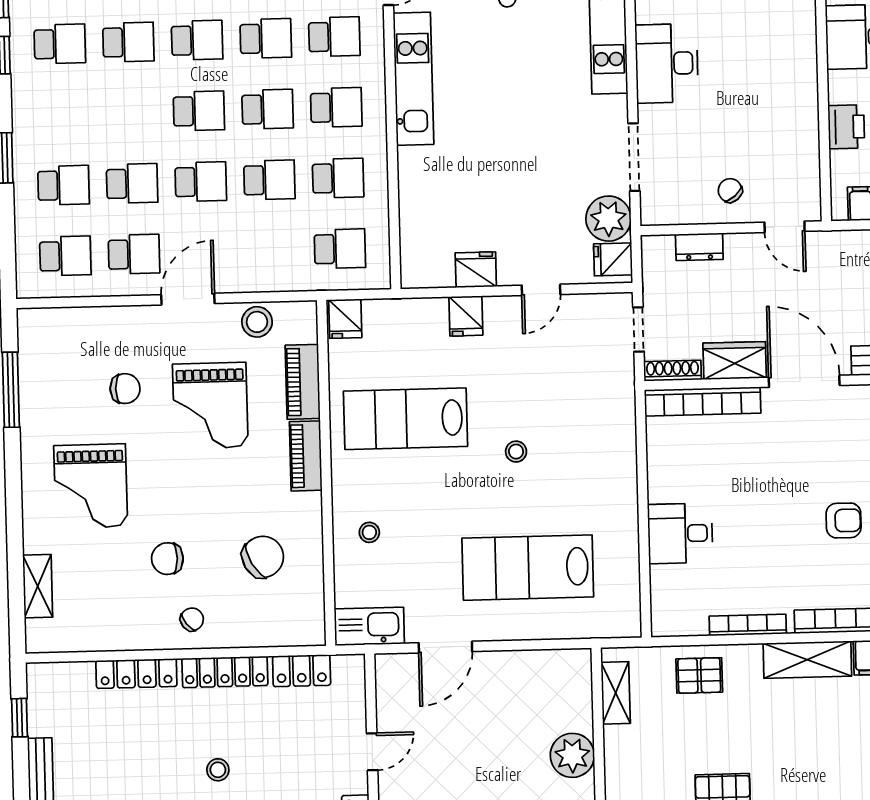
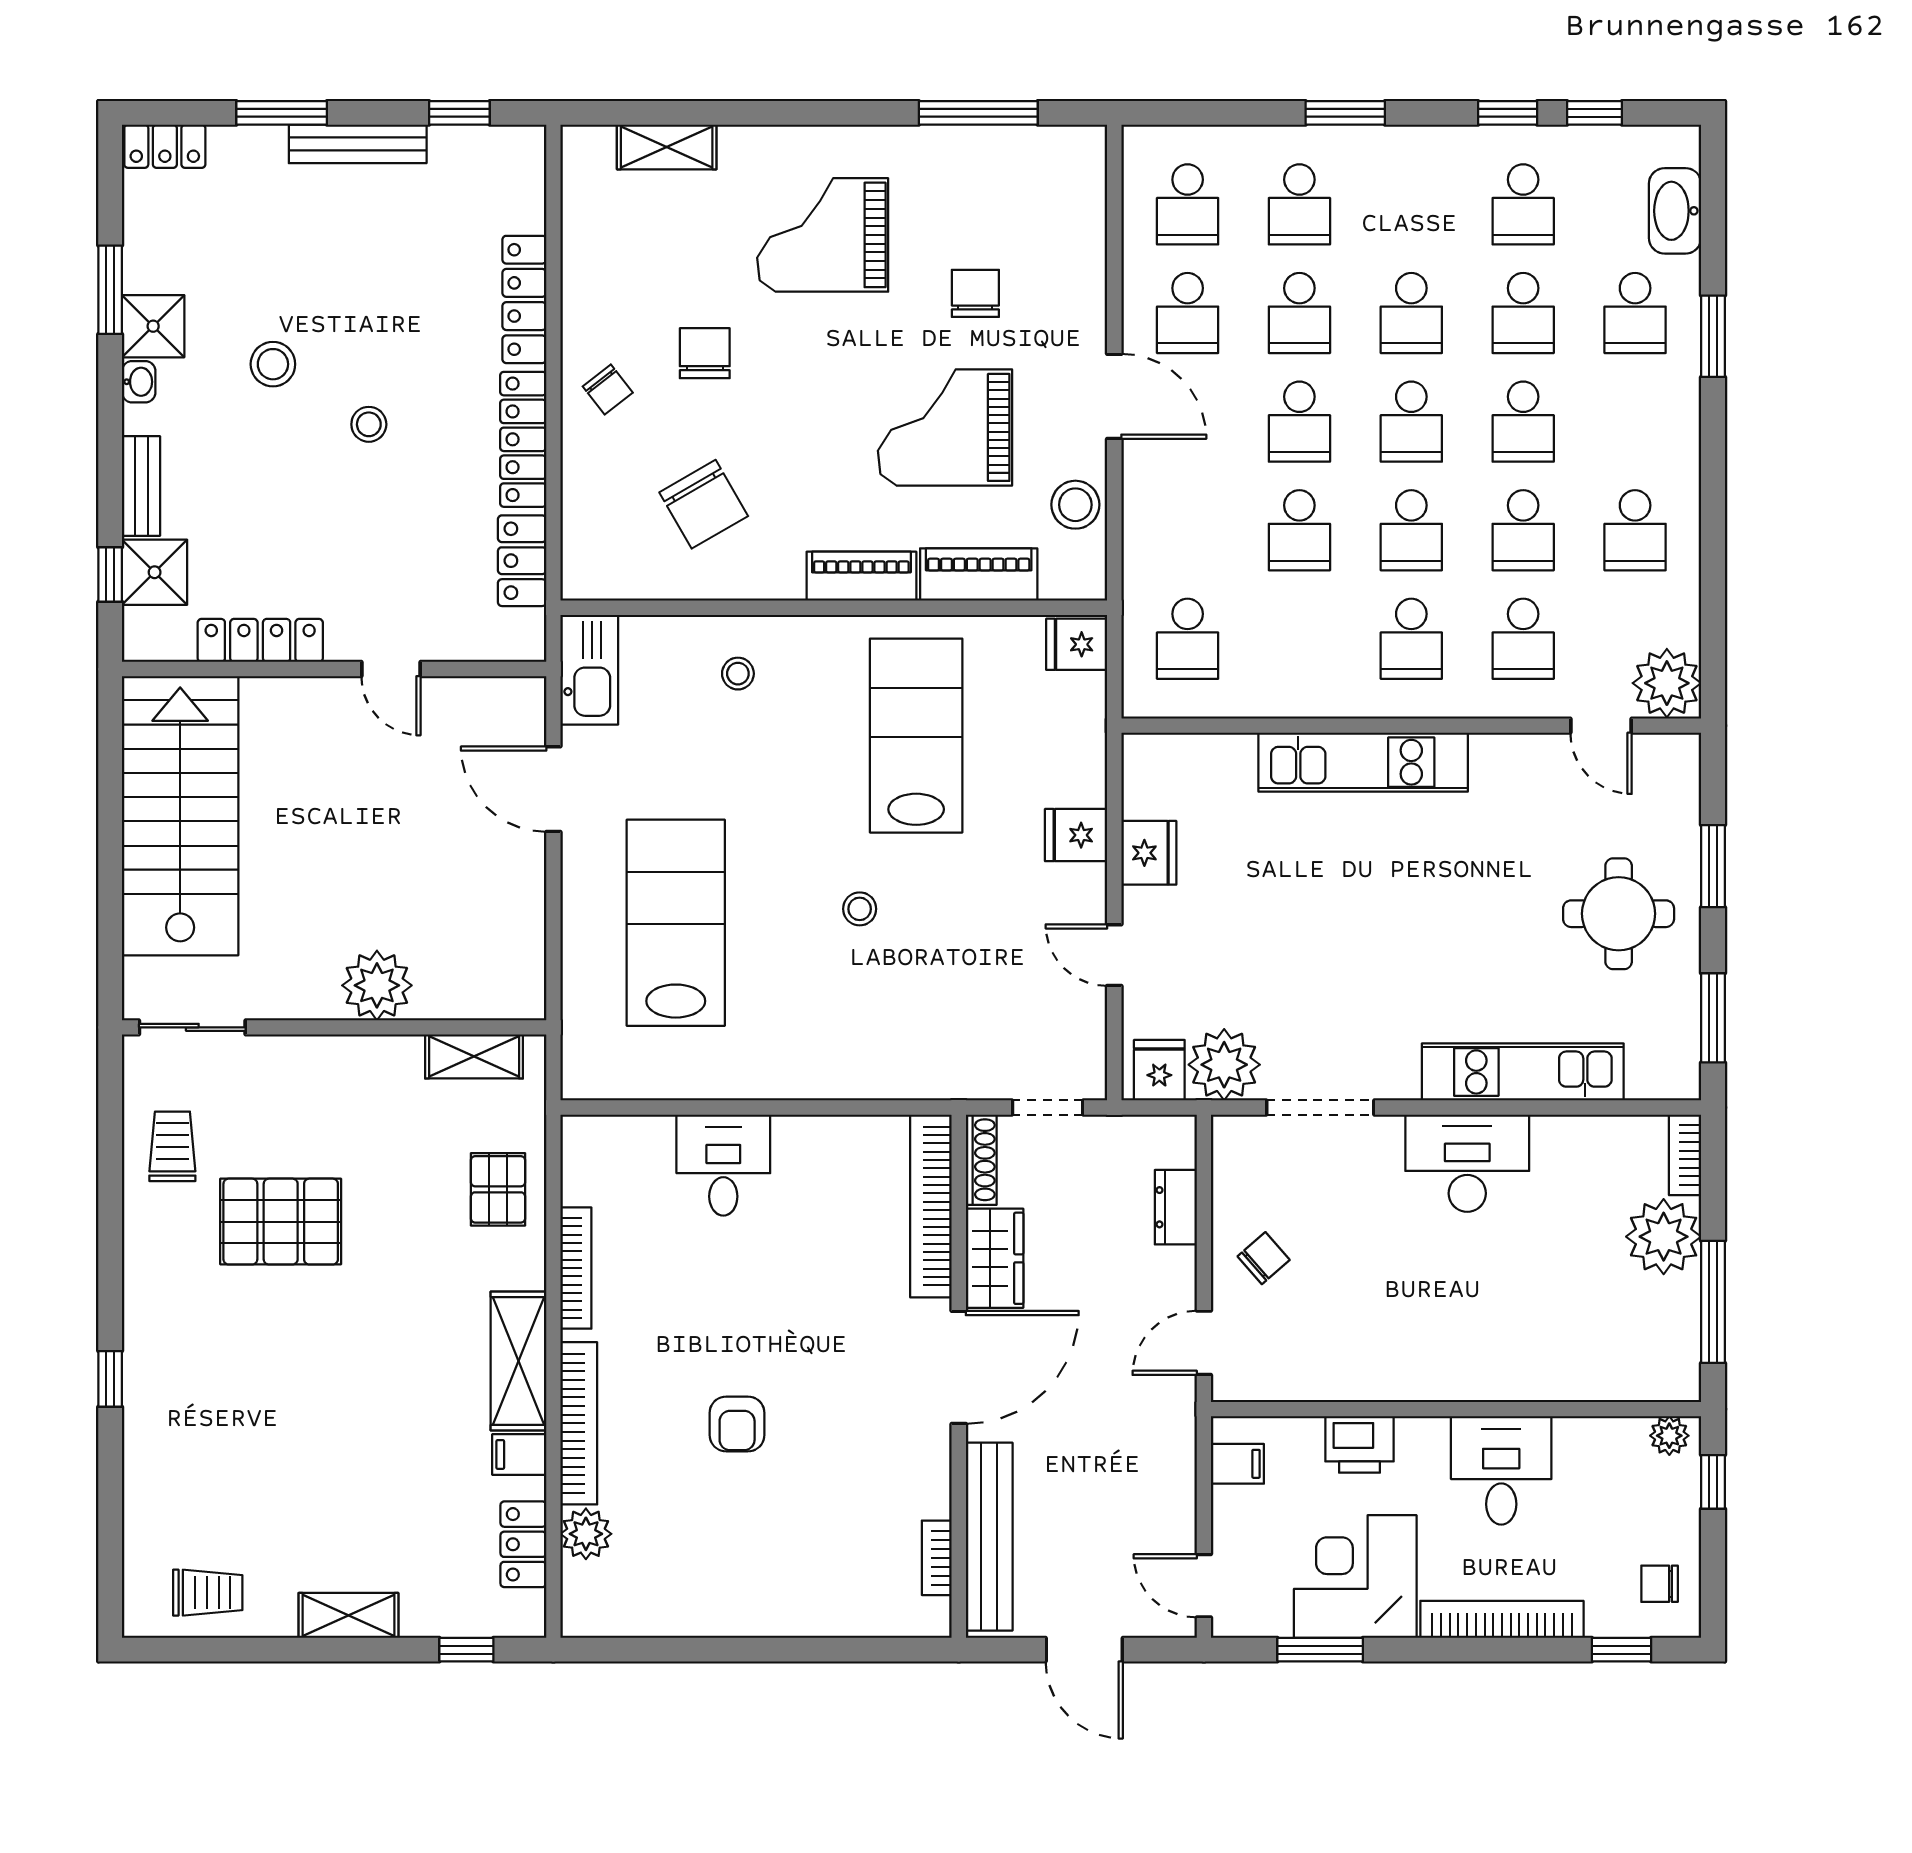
kitchen unit: (413, 79) -> (1363, 762), moved
school desk: (338, 178) -> (1411, 313), moved
chair: (125, 389) -> (975, 293), turned 180

